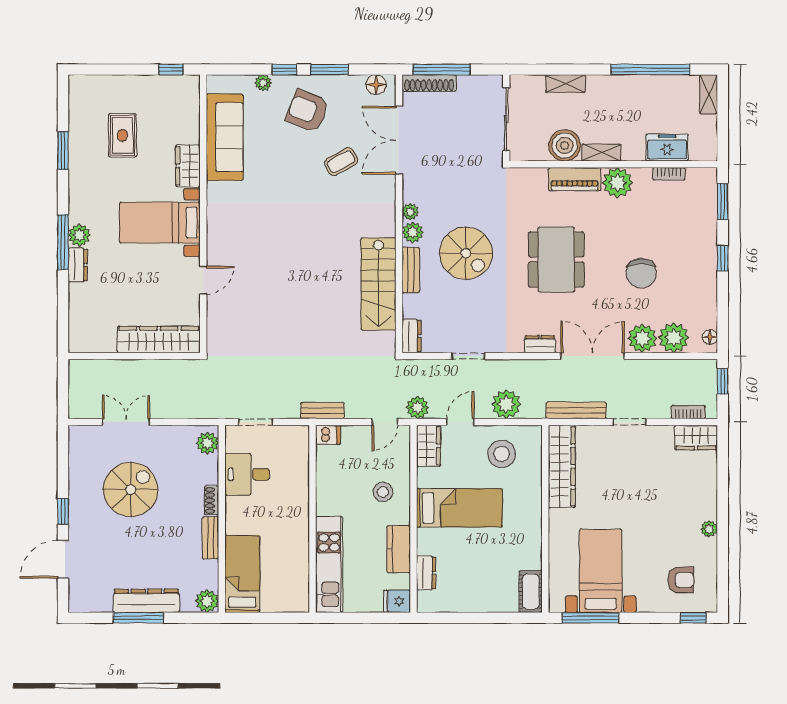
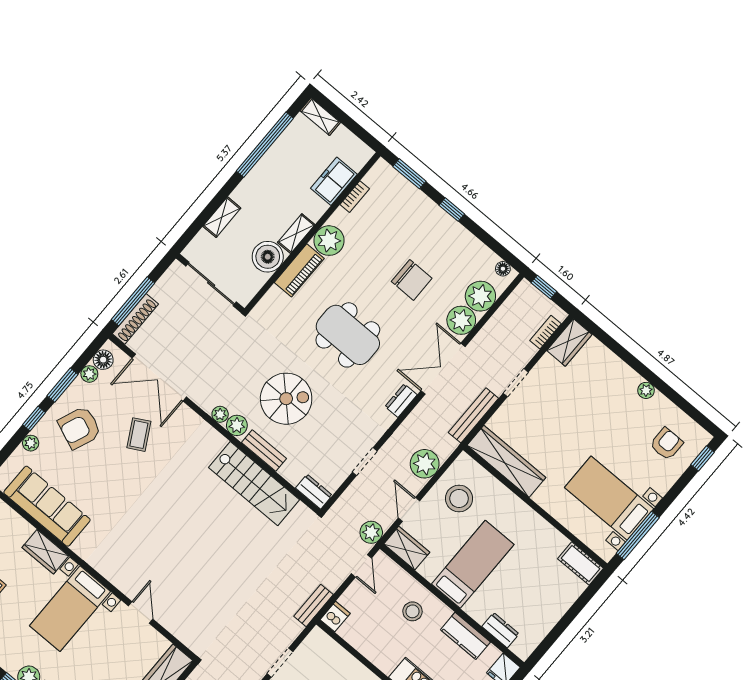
plant: (356, 83) -> (89, 374), added

